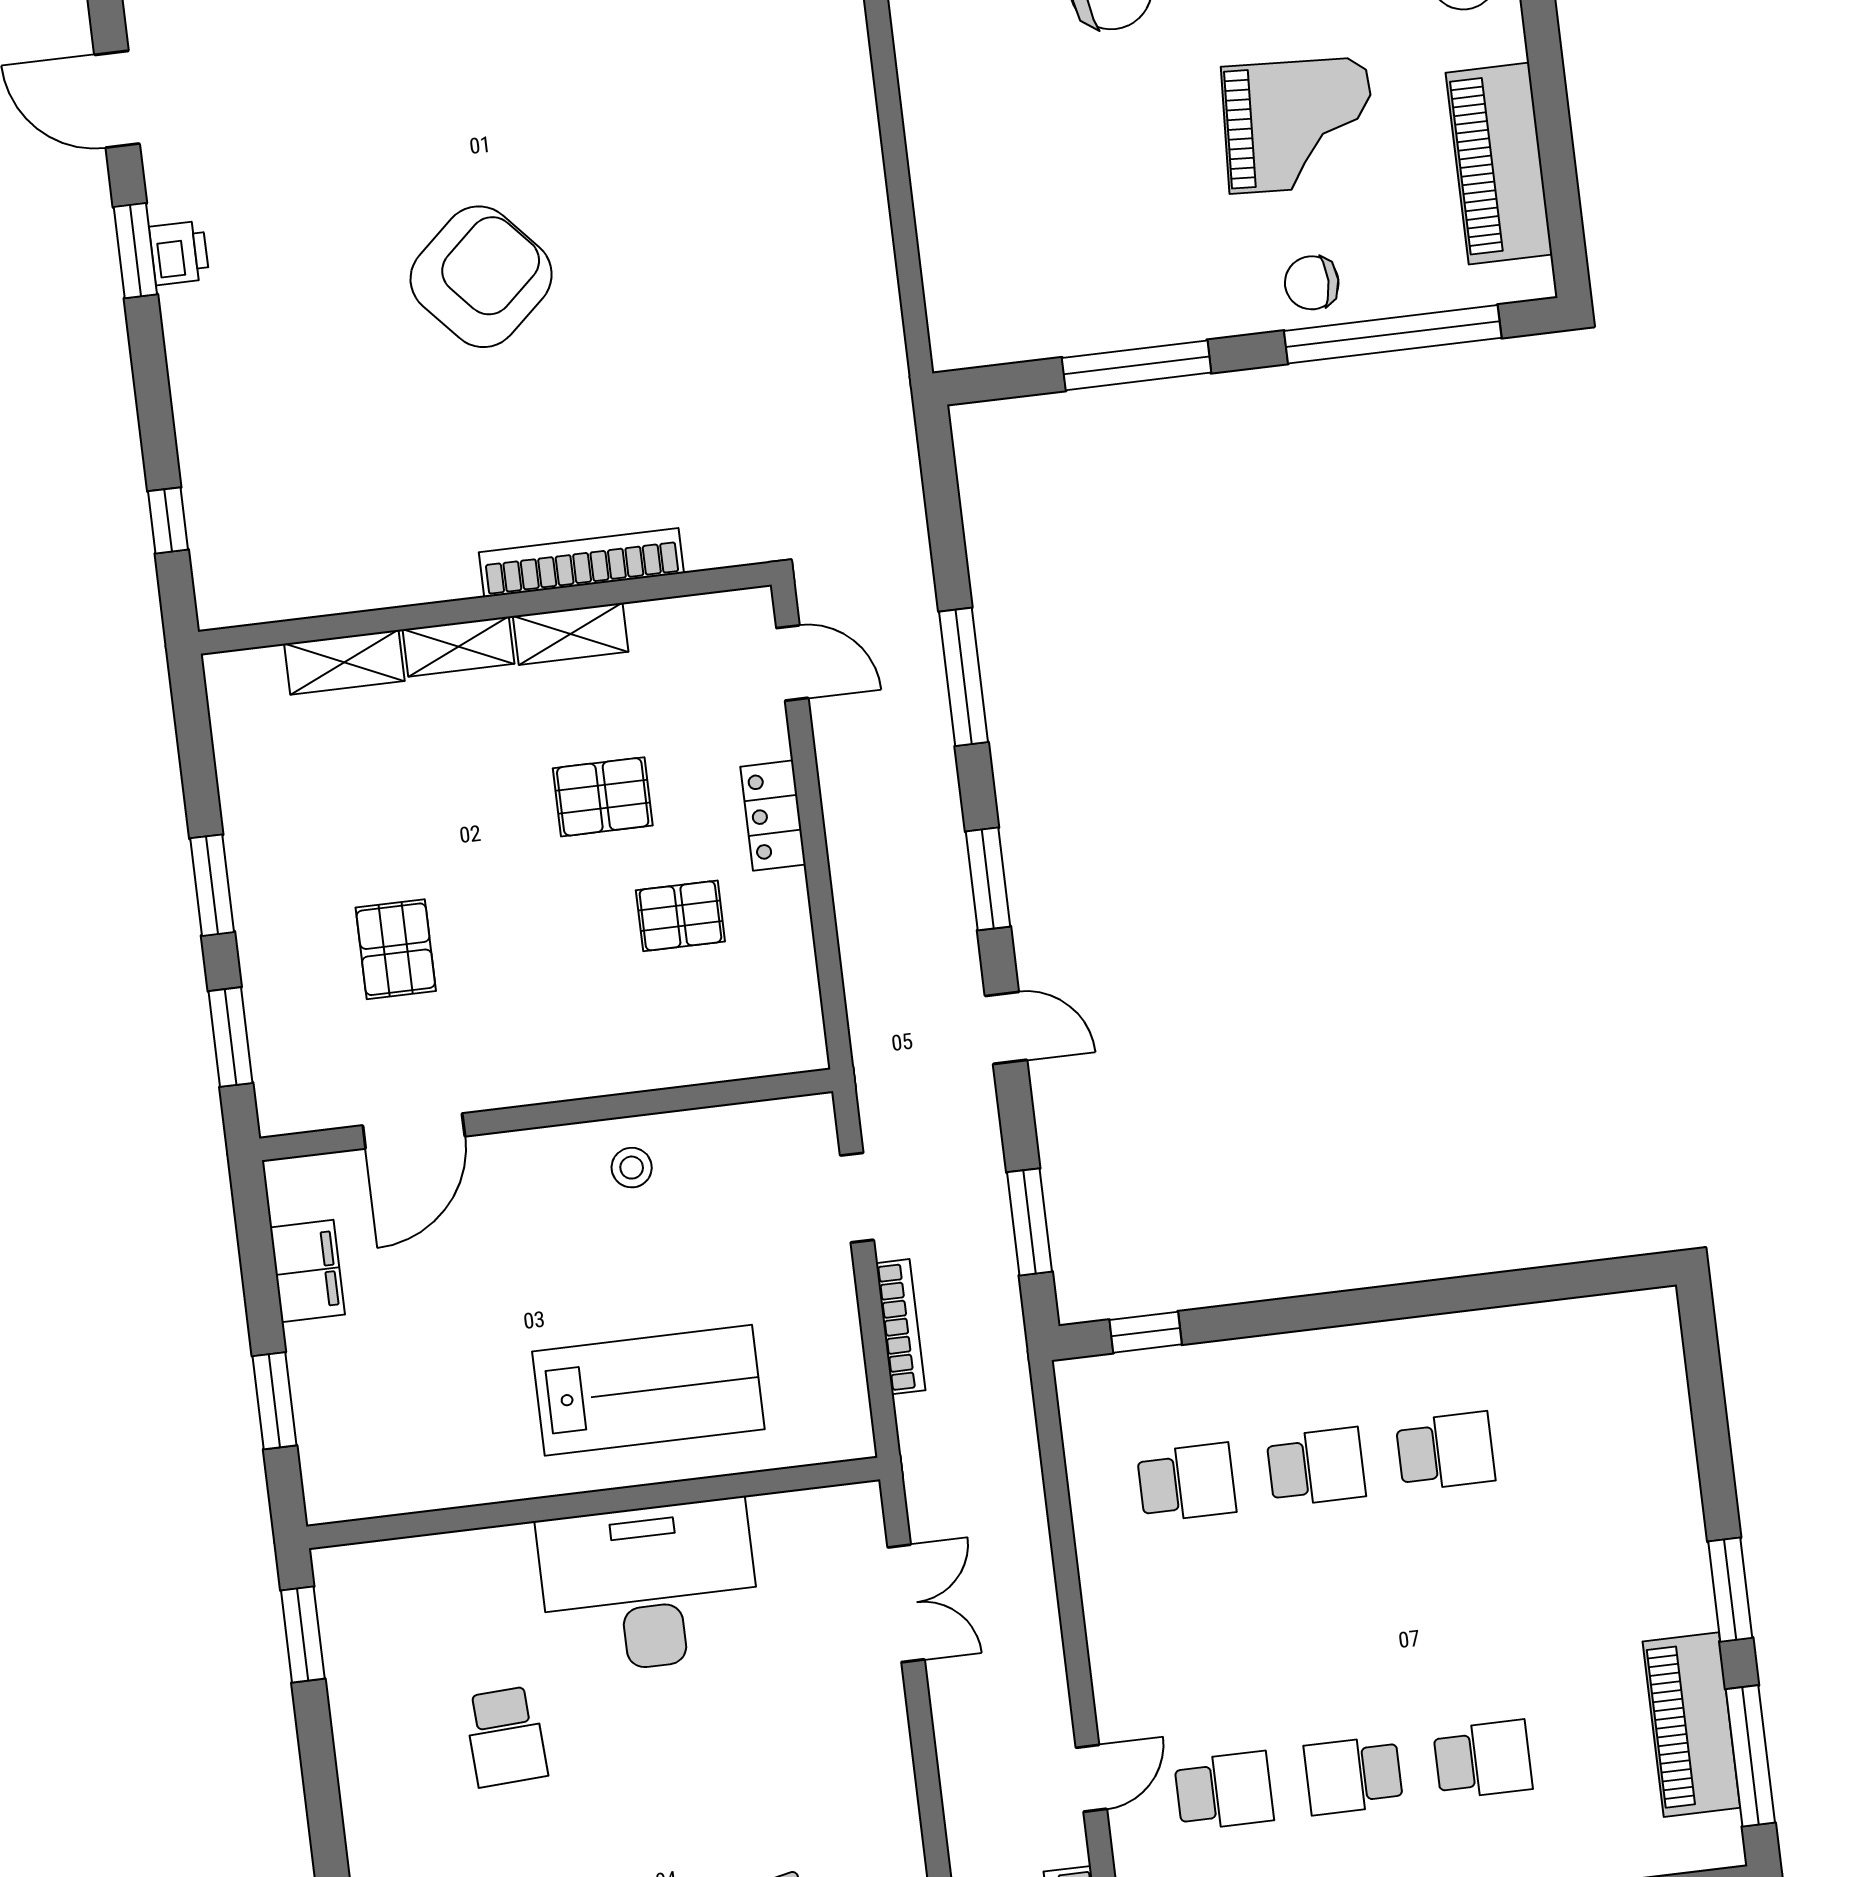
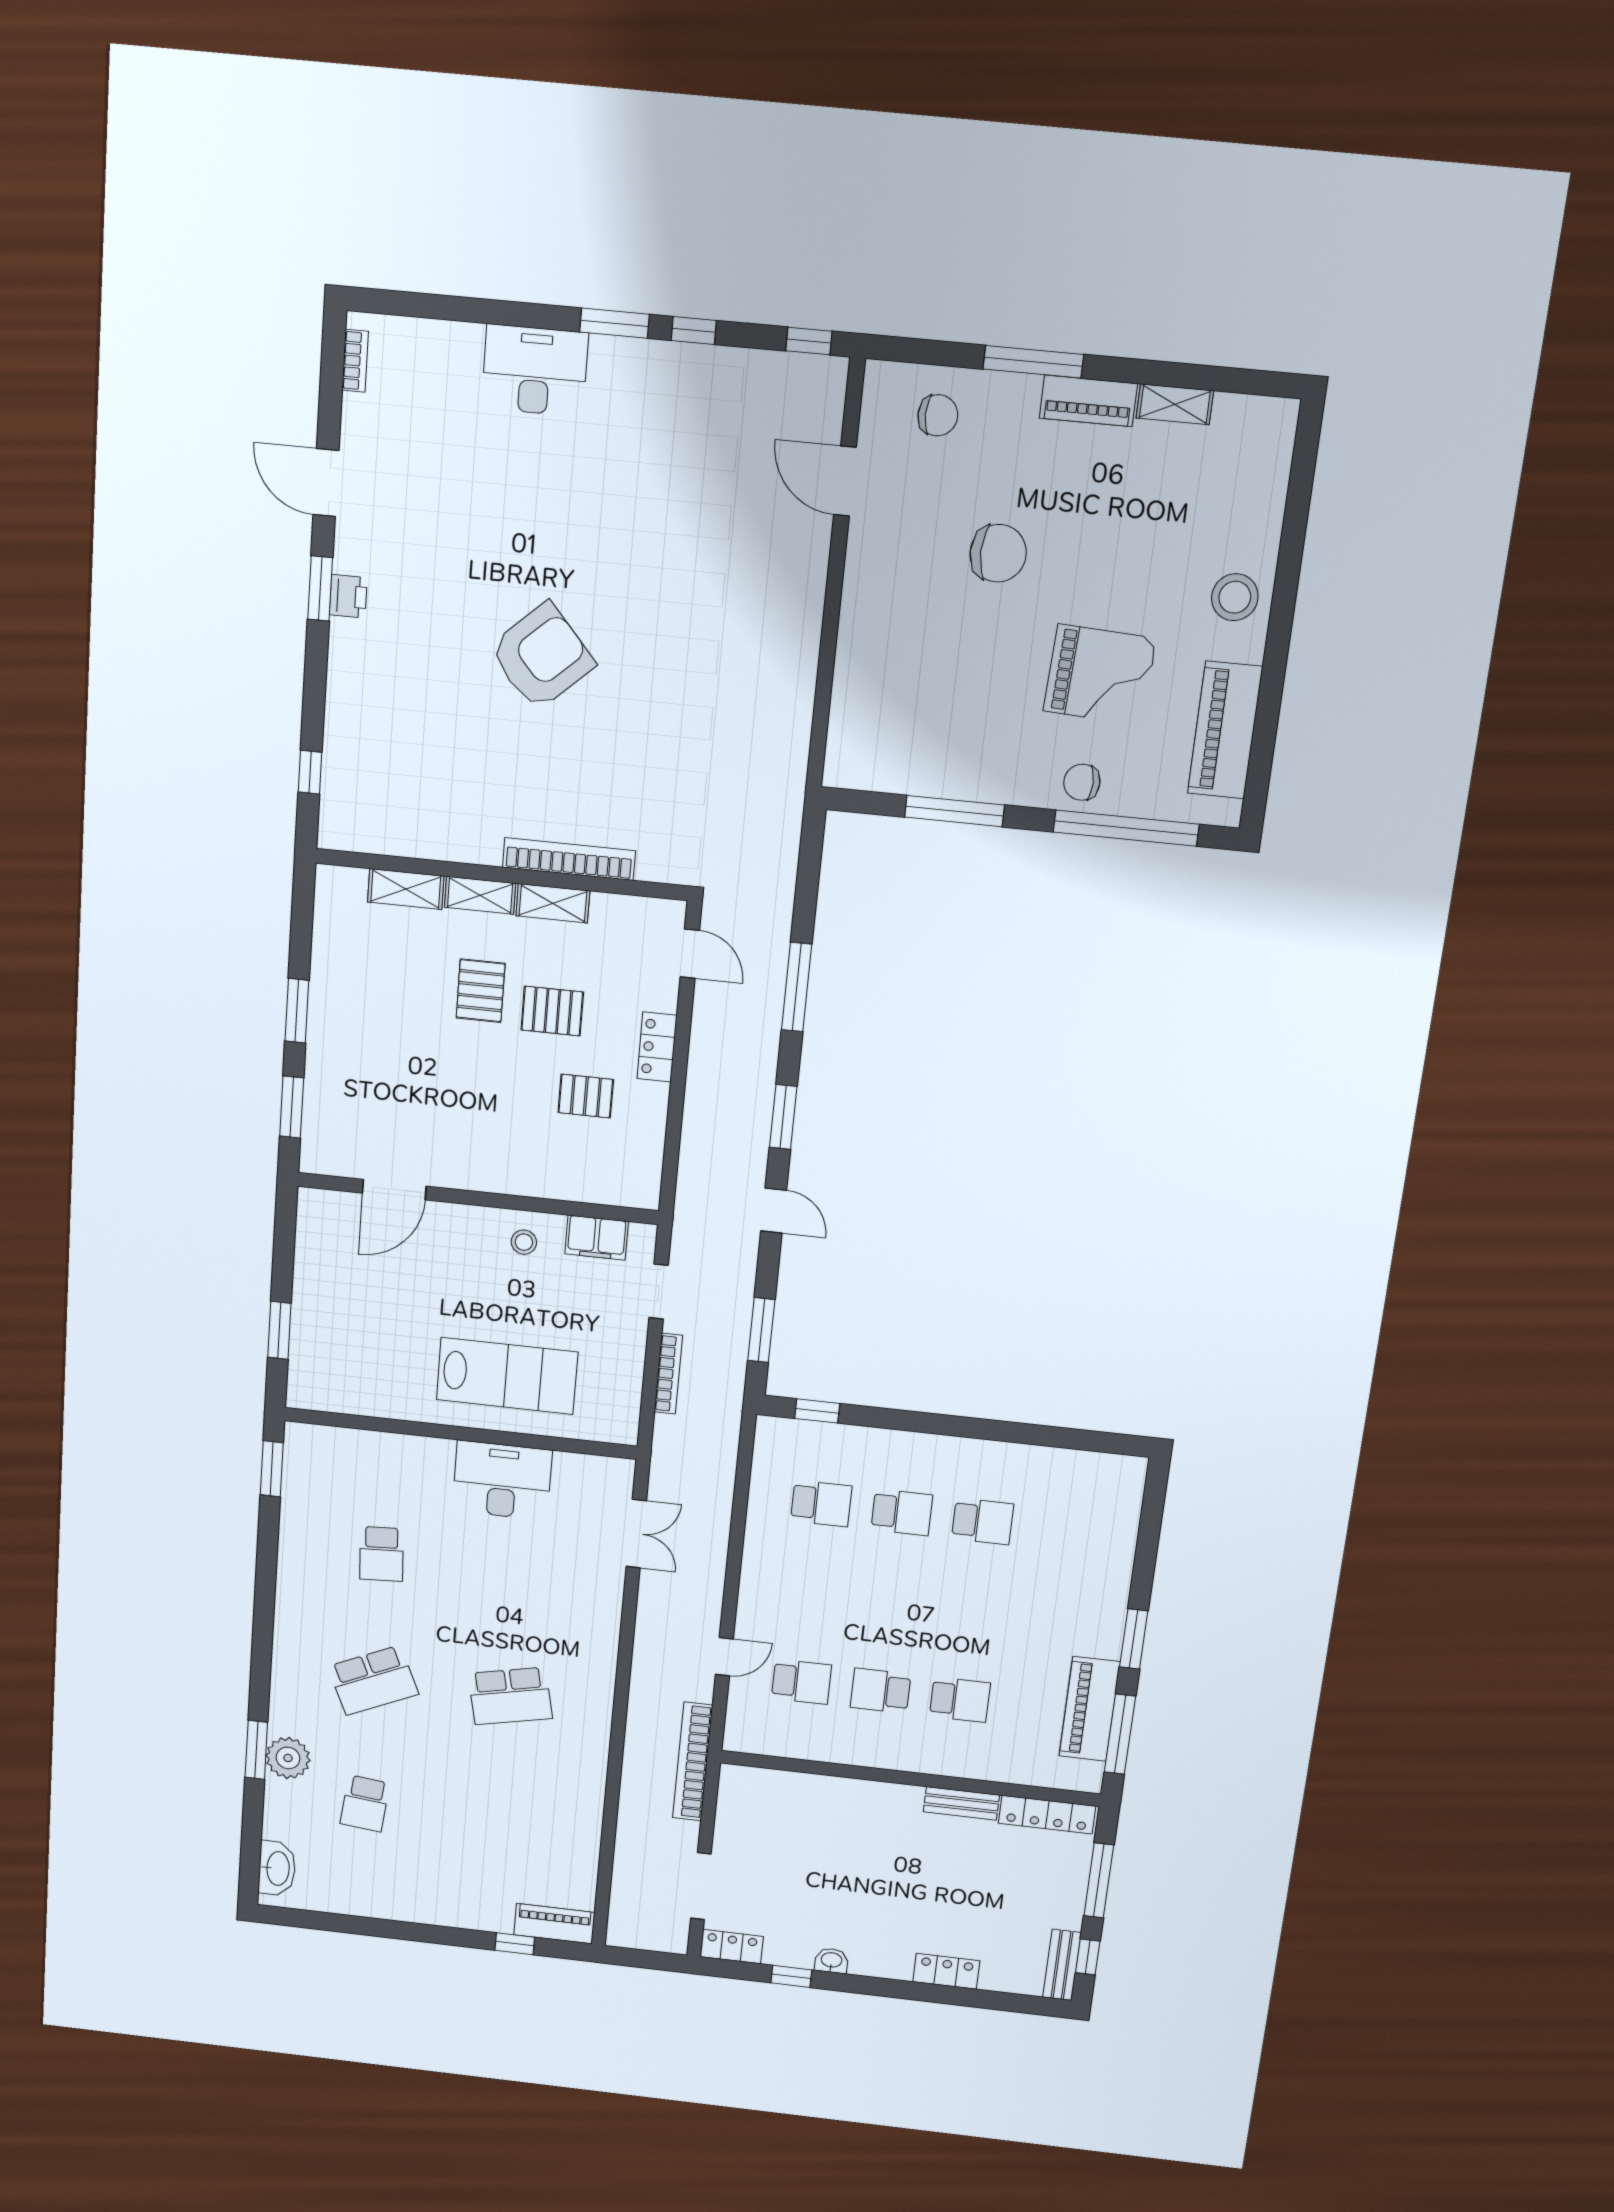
pallet: (396, 949) -> (481, 991), moved
filing cabinet: (307, 1271) -> (597, 1238), moved, turned 90
desk: (649, 1587) -> (502, 1480), width x0.73, depth x0.77

